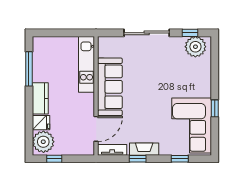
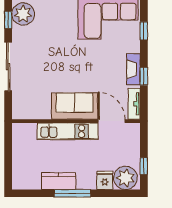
kitchen unit: (86, 64) -> (68, 131), moved
window: (29, 69) -> (72, 193), moved
sofa: (110, 87) -> (75, 106), width x0.73
kitchen counter: (40, 98) -> (59, 181), moved

